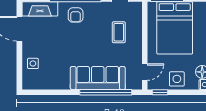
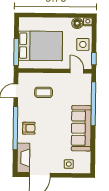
sofa: (98, 78) -> (81, 128), moved

